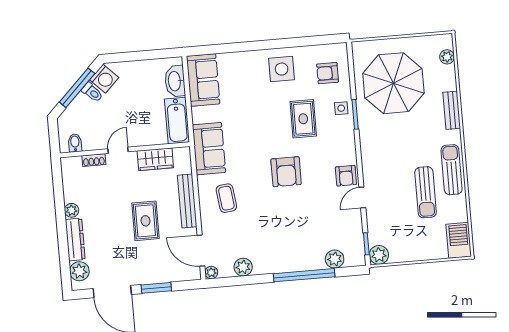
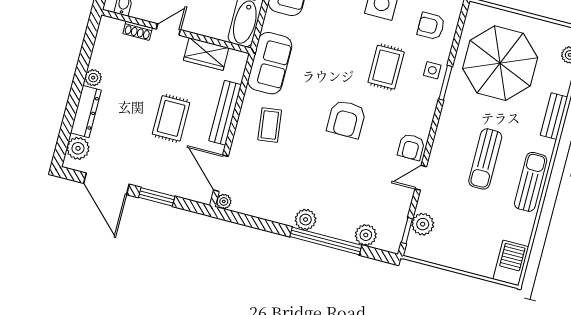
sun lounger: (426, 192) -> (485, 159), moved
plant: (379, 255) -> (423, 224), moved
plant: (243, 267) -> (306, 220), moved

